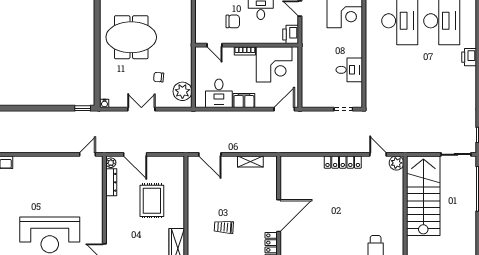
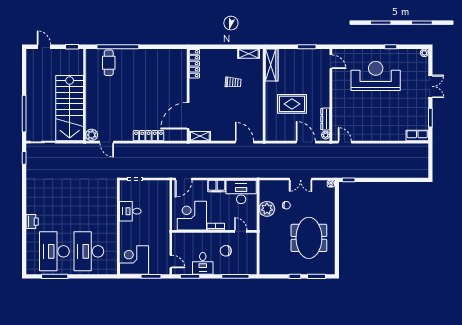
printer: (291, 34) -> (178, 240), removed
meeting table: (131, 37) -> (309, 238), turned 90
plant: (182, 91) -> (267, 209), moved
desk: (219, 93) -> (241, 192), width x1.37
door: (87, 154) -> (345, 142), swing flipped
shelving: (250, 162) -> (200, 136), moved
locker: (343, 162) -> (149, 136), moved
rug: (152, 201) -> (292, 104), turned 90
door: (279, 216) -> (188, 116), moved

